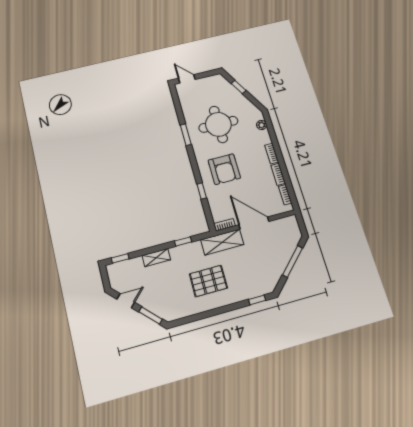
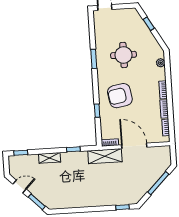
round table: (218, 124) -> (124, 55), width x0.73, depth x0.73
armchair: (224, 169) -> (120, 96), turned 80
pallet: (208, 281) -> (87, 185), removed

